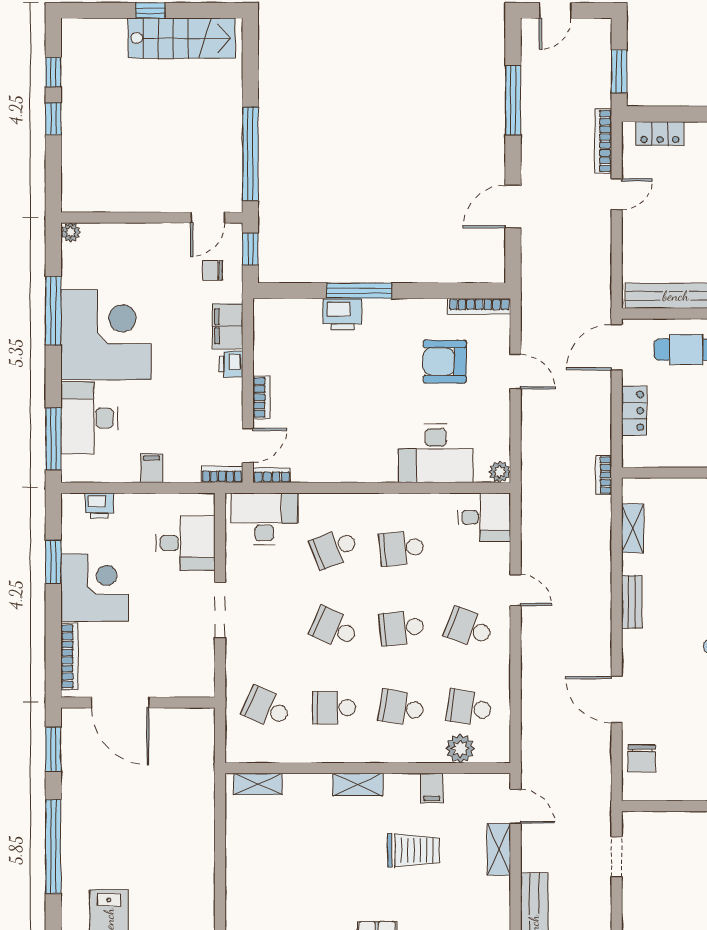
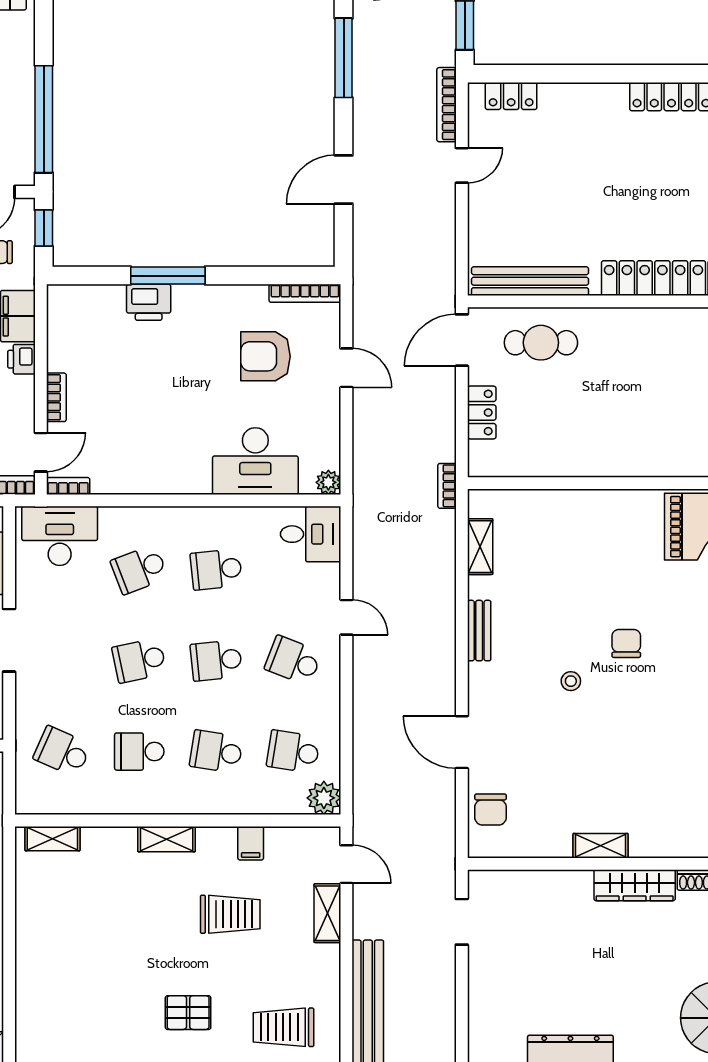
school desk: (334, 628) -> (139, 660), turned -36
plant: (460, 748) -> (324, 798), moved

